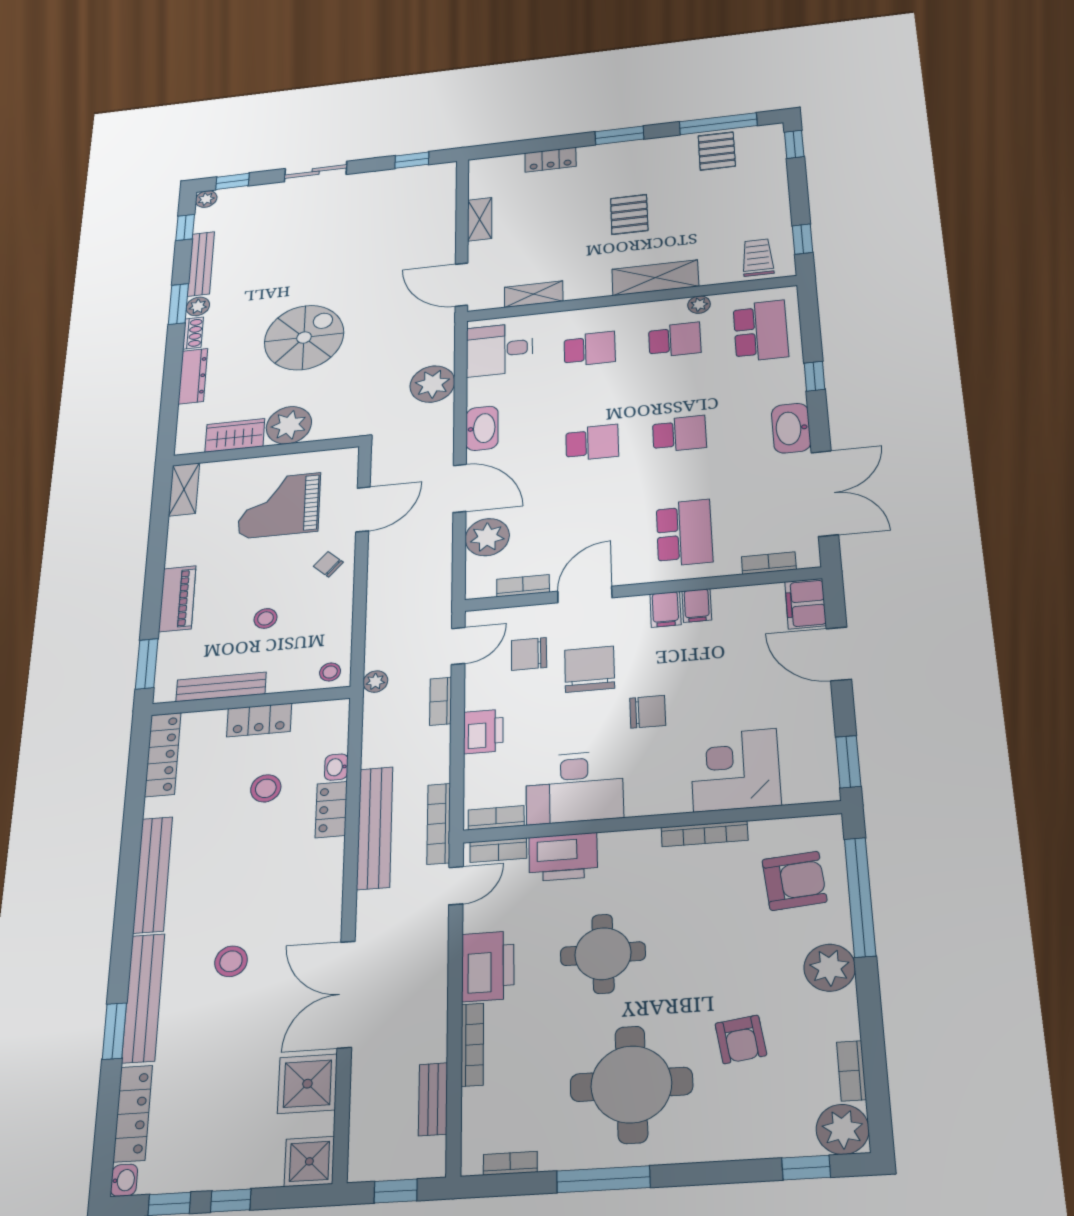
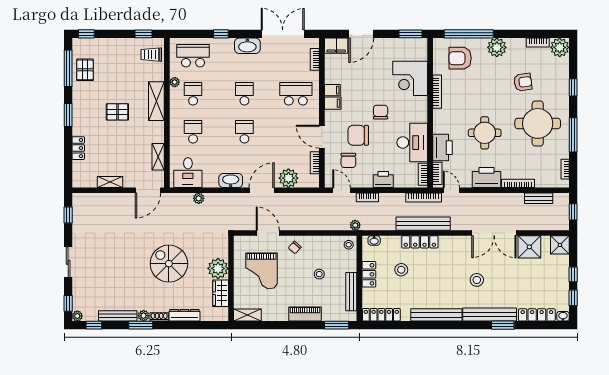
pallet: (717, 151) -> (85, 70), turned 90
plant: (432, 384) -> (199, 198), width x0.53, depth x0.53
washbasin: (336, 767) -> (374, 241), moved
locker: (331, 810) -> (420, 242), width x1.53
armchair: (794, 881) -> (460, 58), turned -85
window: (806, 1168) -> (573, 87), moved

